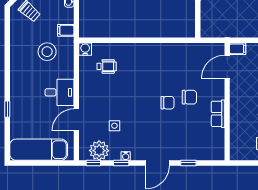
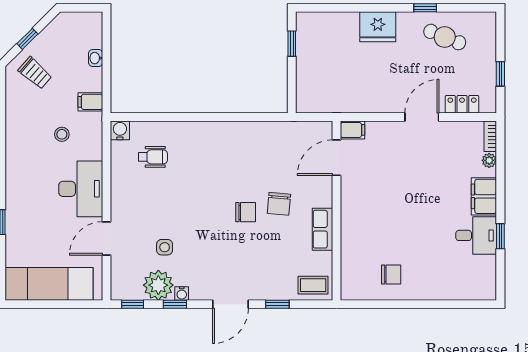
stool: (47, 52) -> (62, 134), width x0.53, depth x0.53
desk: (59, 92) -> (81, 189), width x1.37
chair: (189, 97) -> (279, 204), turned 95
plant: (99, 151) -> (158, 285), moved
coffee table: (212, 151) -> (313, 285), added

